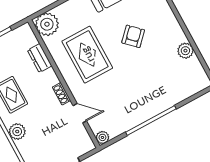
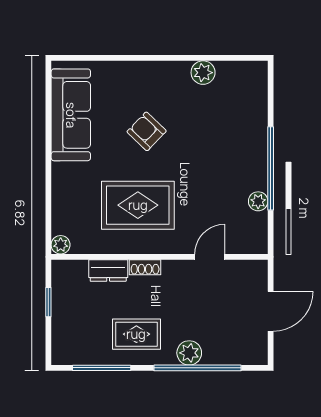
plant: (47, 24) -> (61, 245), width x0.53, depth x0.53
shoe rack: (62, 94) -> (145, 267), moved
plant: (102, 137) -> (258, 201), moved

